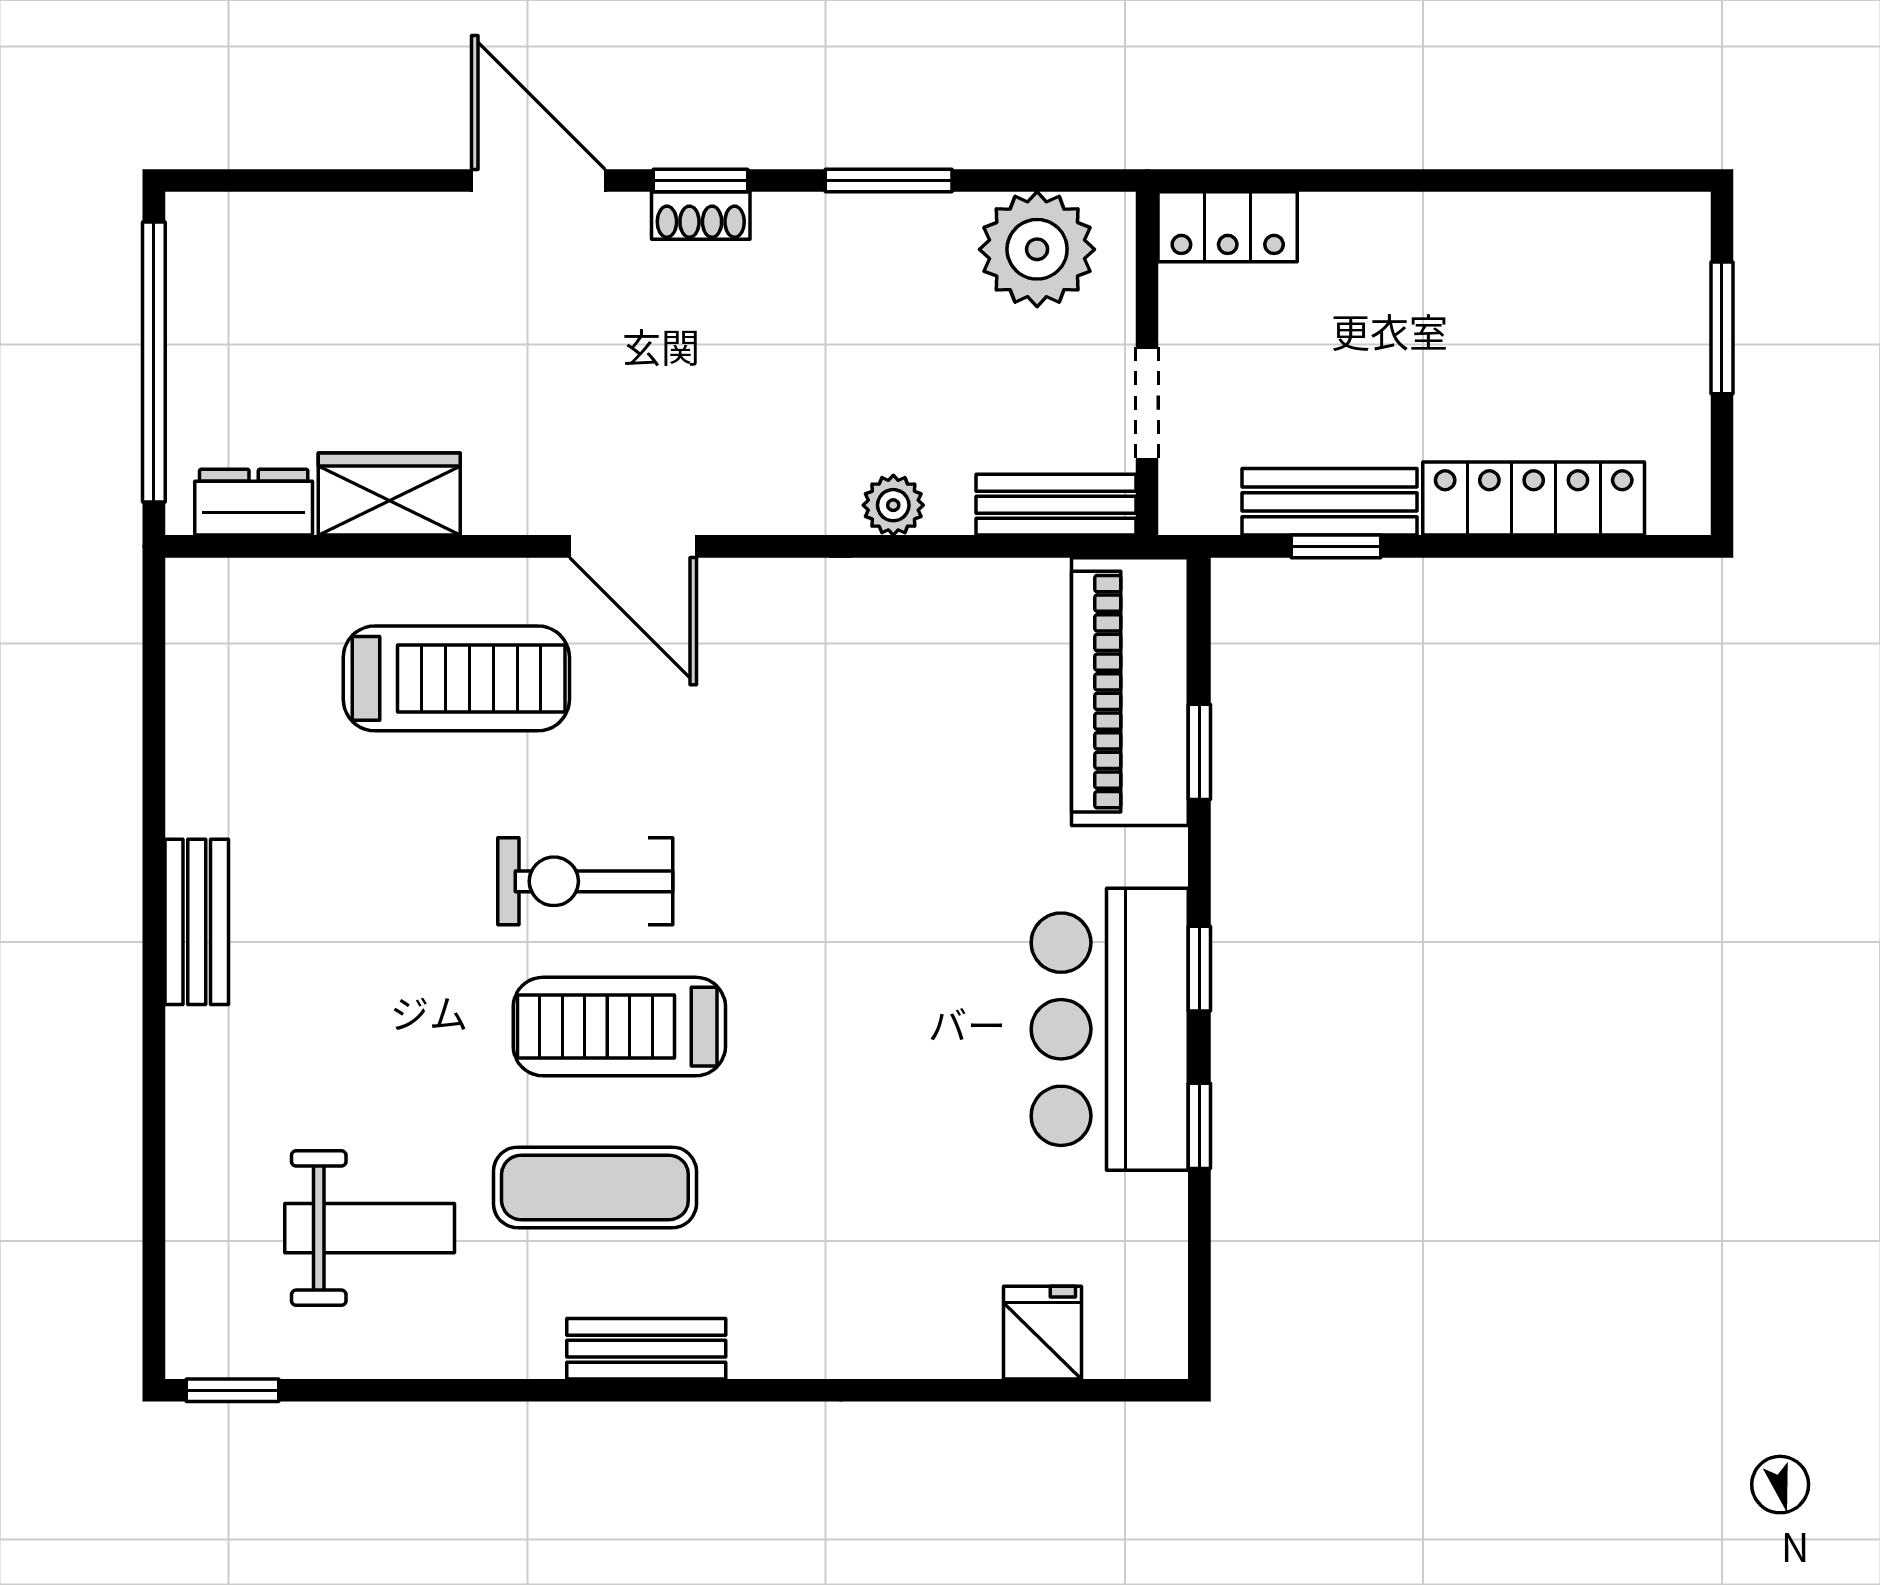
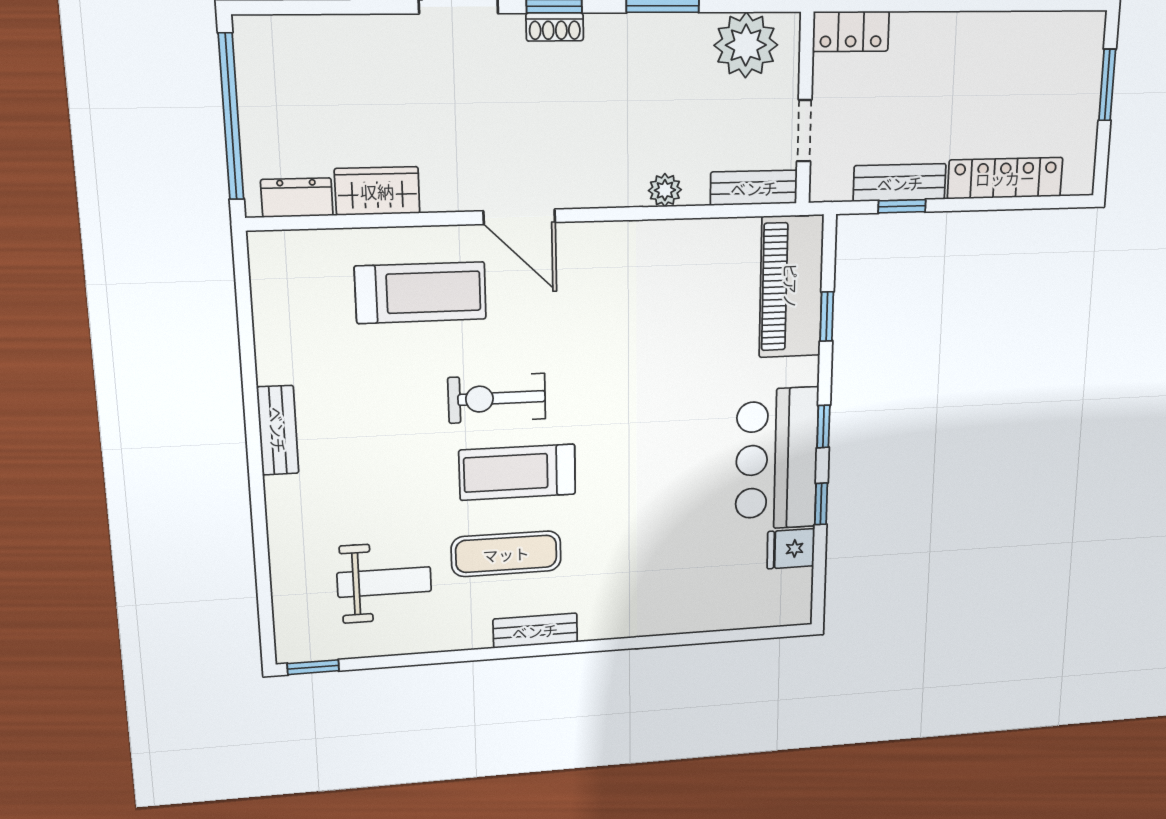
fridge: (1043, 1333) -> (791, 549), moved, turned -90

